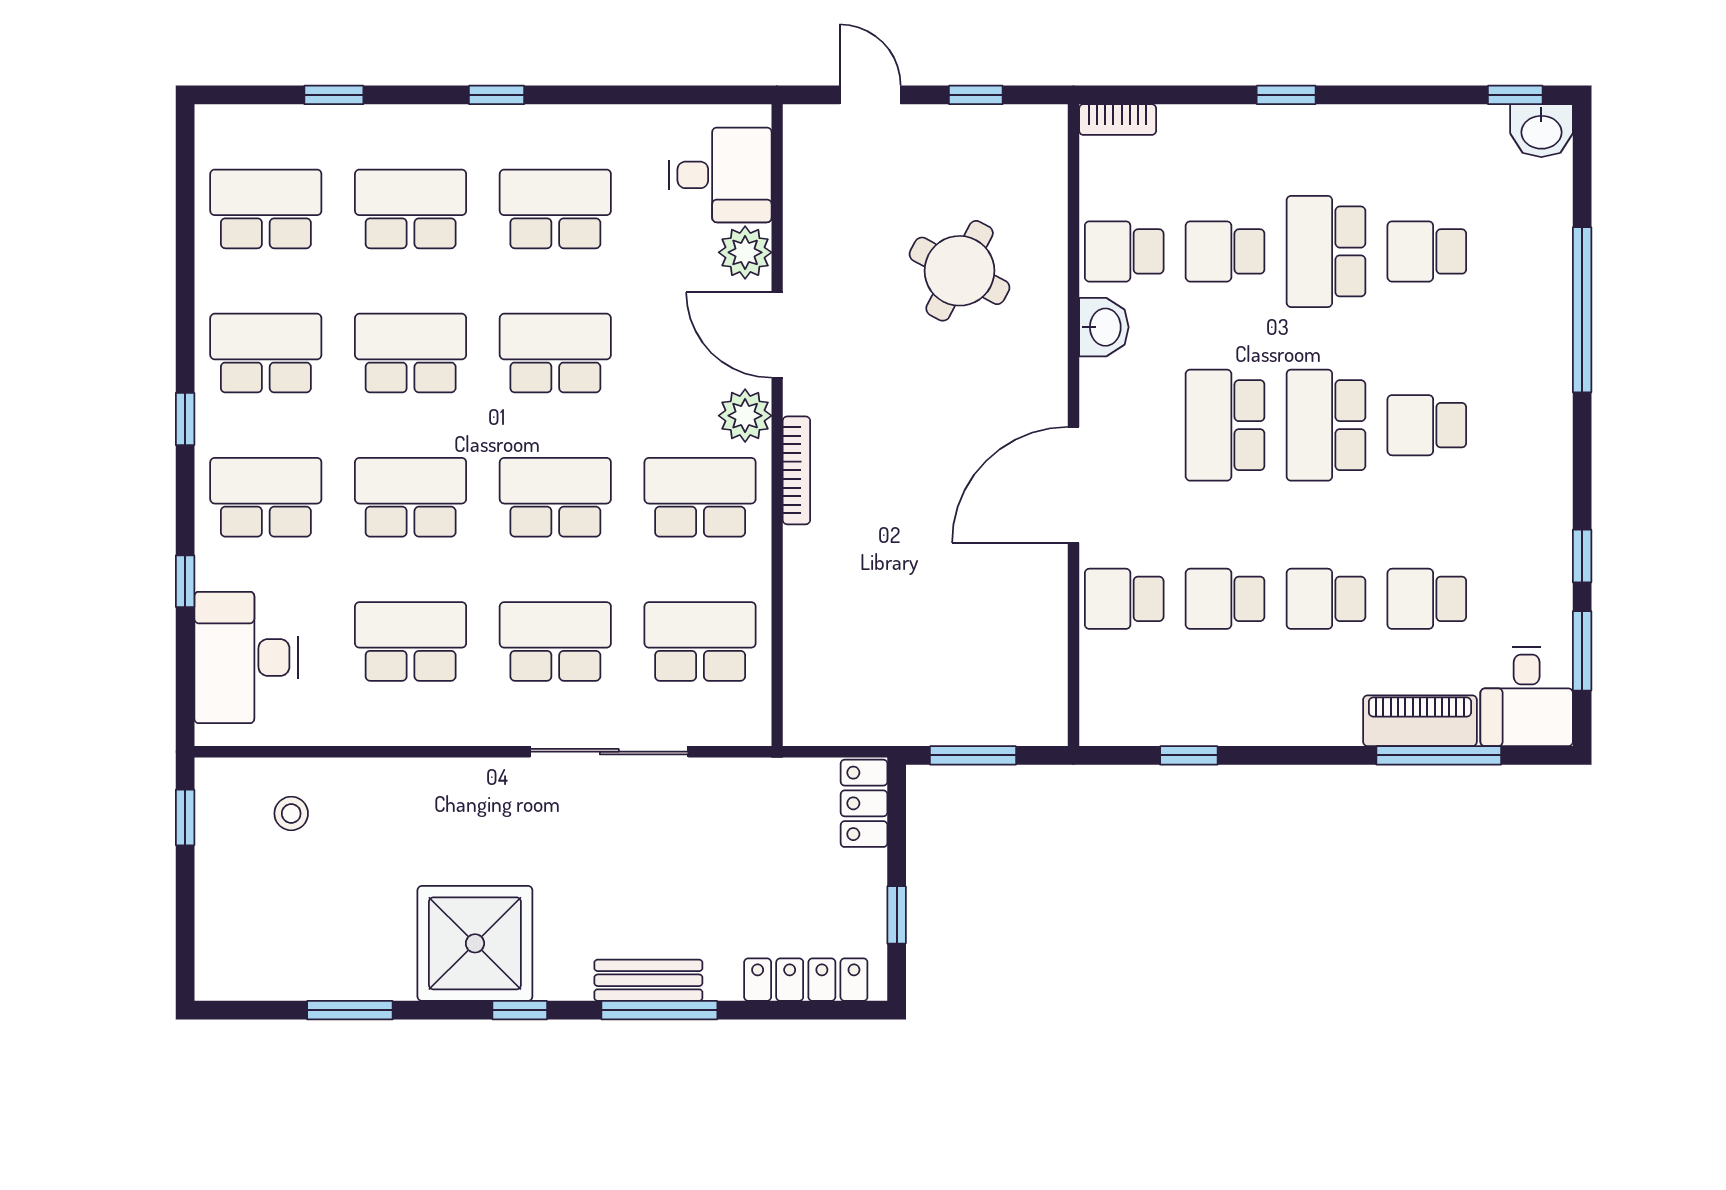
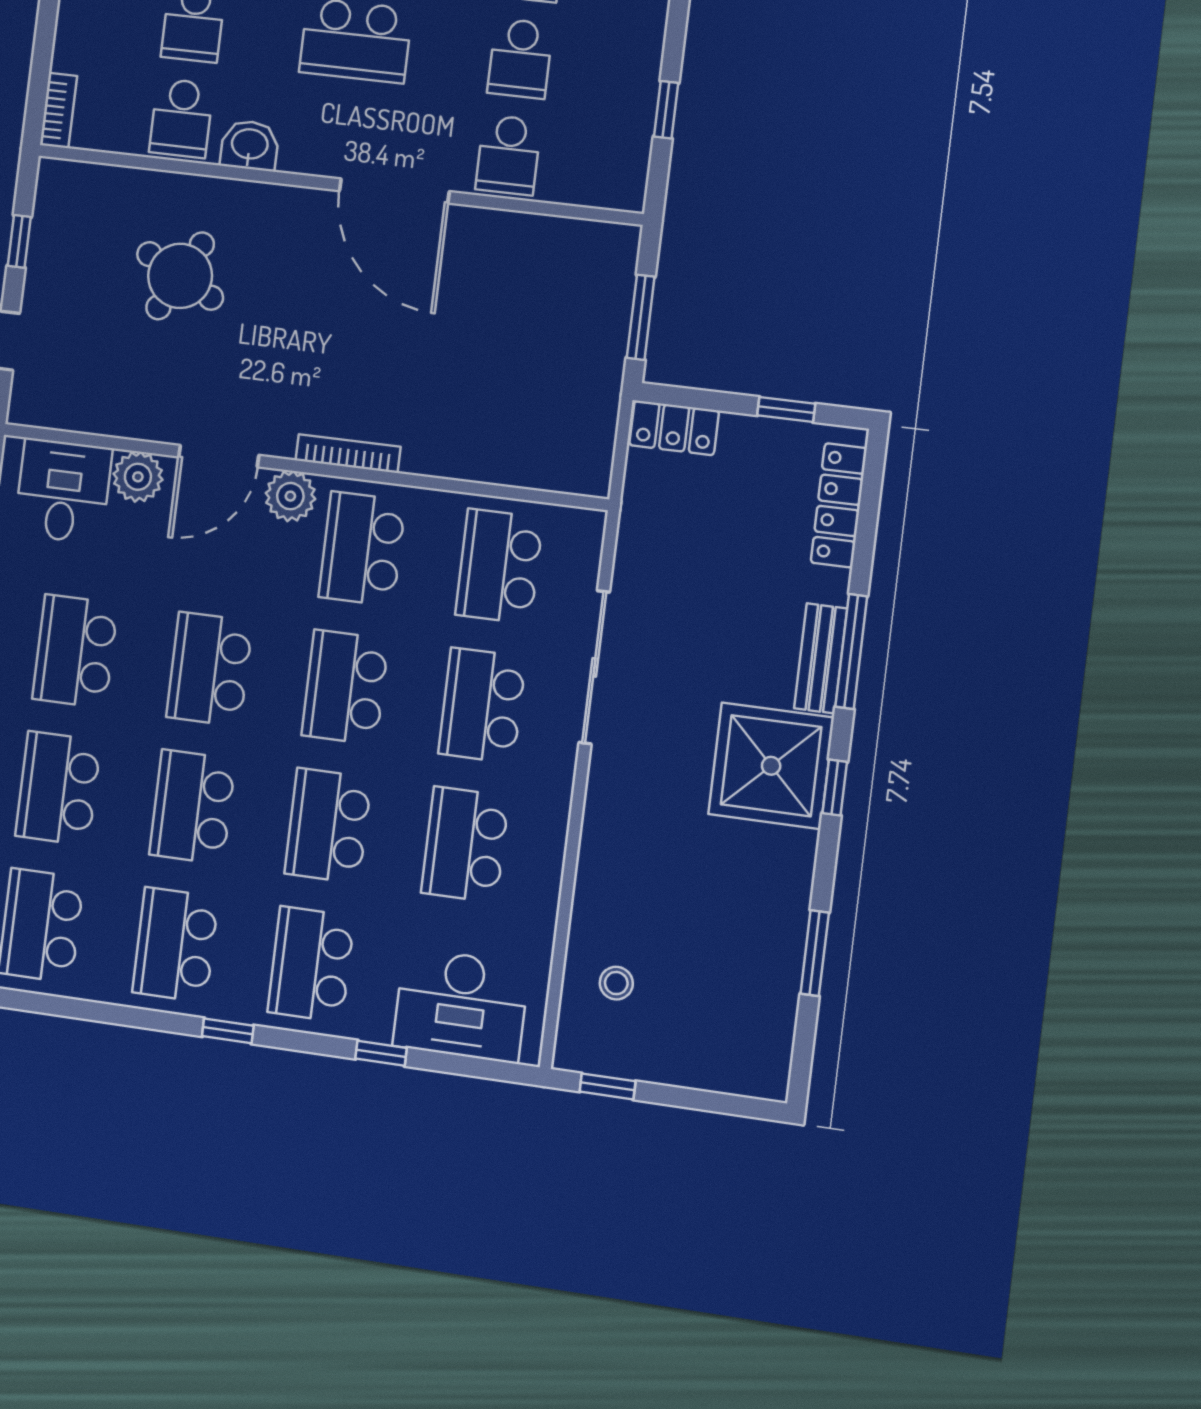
shower: (475, 943) -> (771, 766), moved

